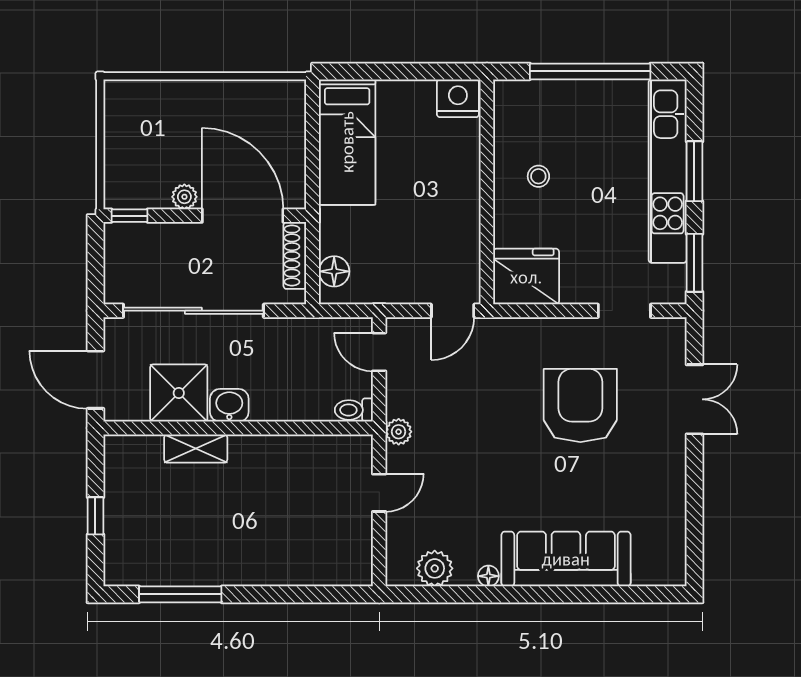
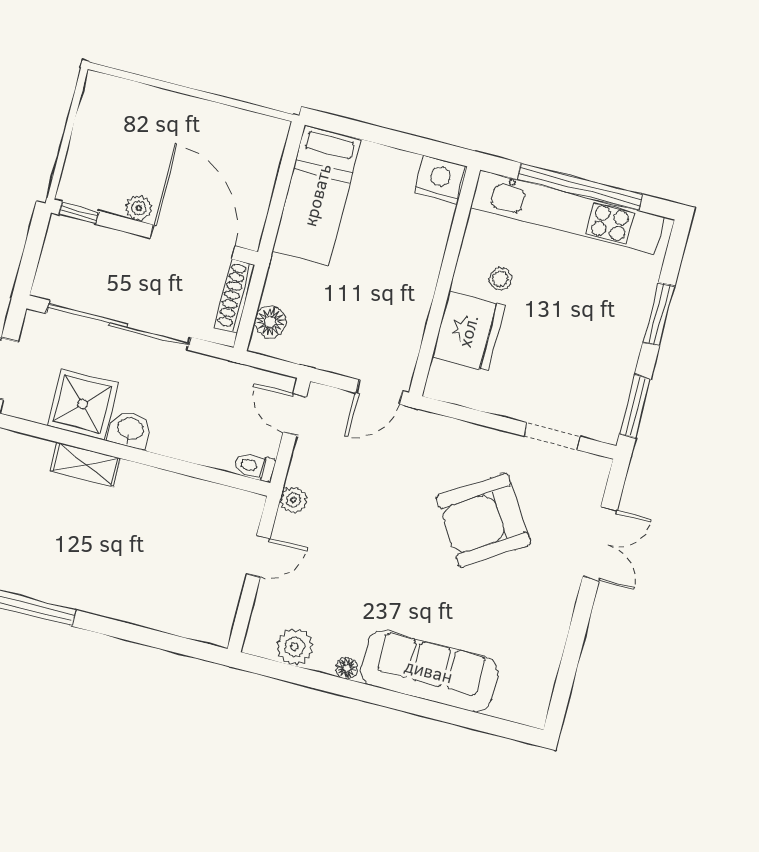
kitchen unit: (668, 171) -> (568, 212), moved, turned -90
fridge: (526, 277) -> (468, 331), moved, turned 90
armchair: (580, 405) -> (483, 520), turned -123

